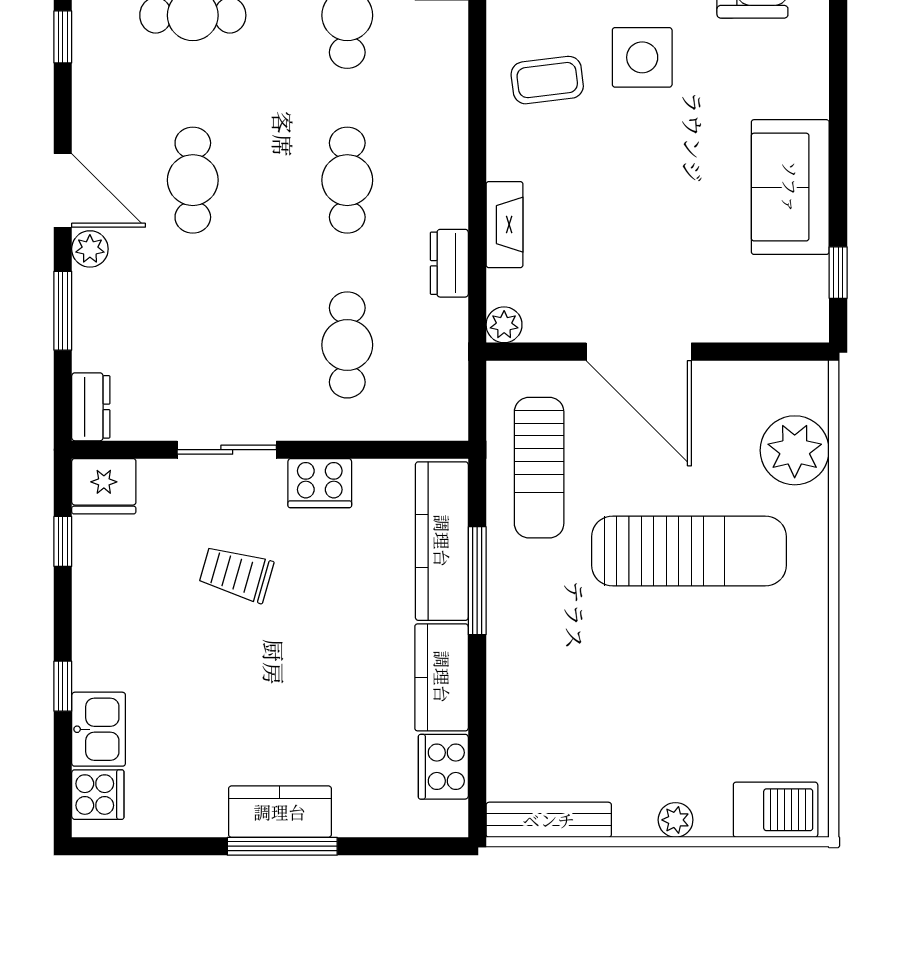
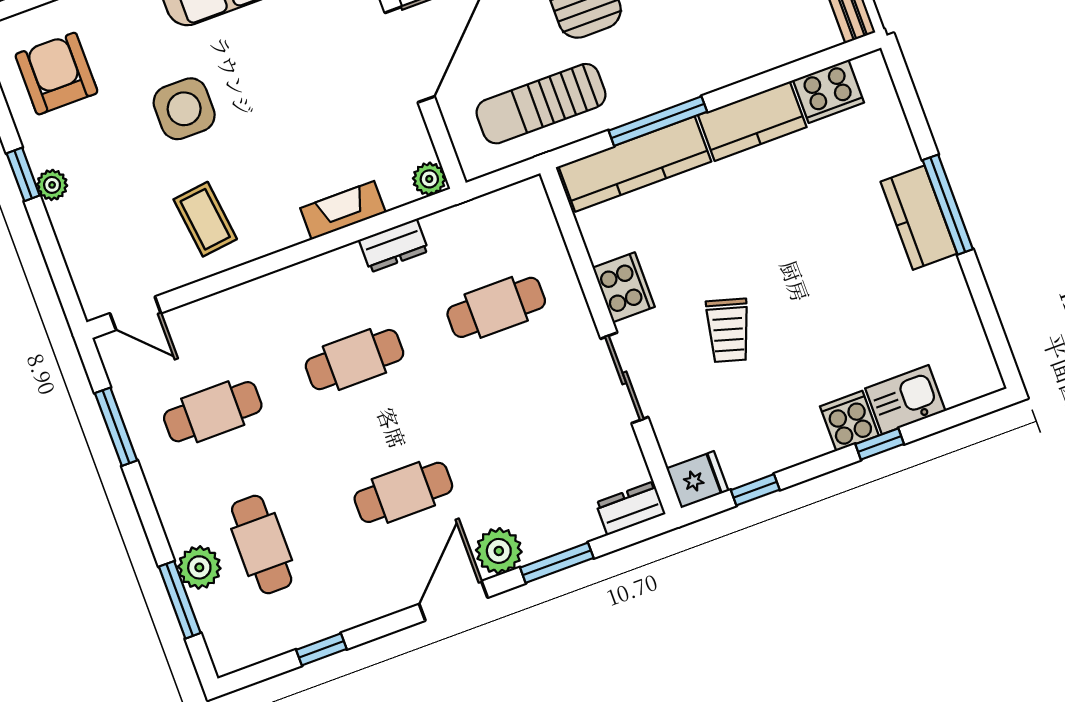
side table: (642, 57) -> (184, 109), moved
plant: (90, 249) -> (499, 551), width x1.38, depth x1.38
sun lounger: (539, 468) -> (541, 104), turned 180
fridge: (104, 486) -> (698, 480), width x0.72
cooker: (98, 795) -> (849, 421), moved

